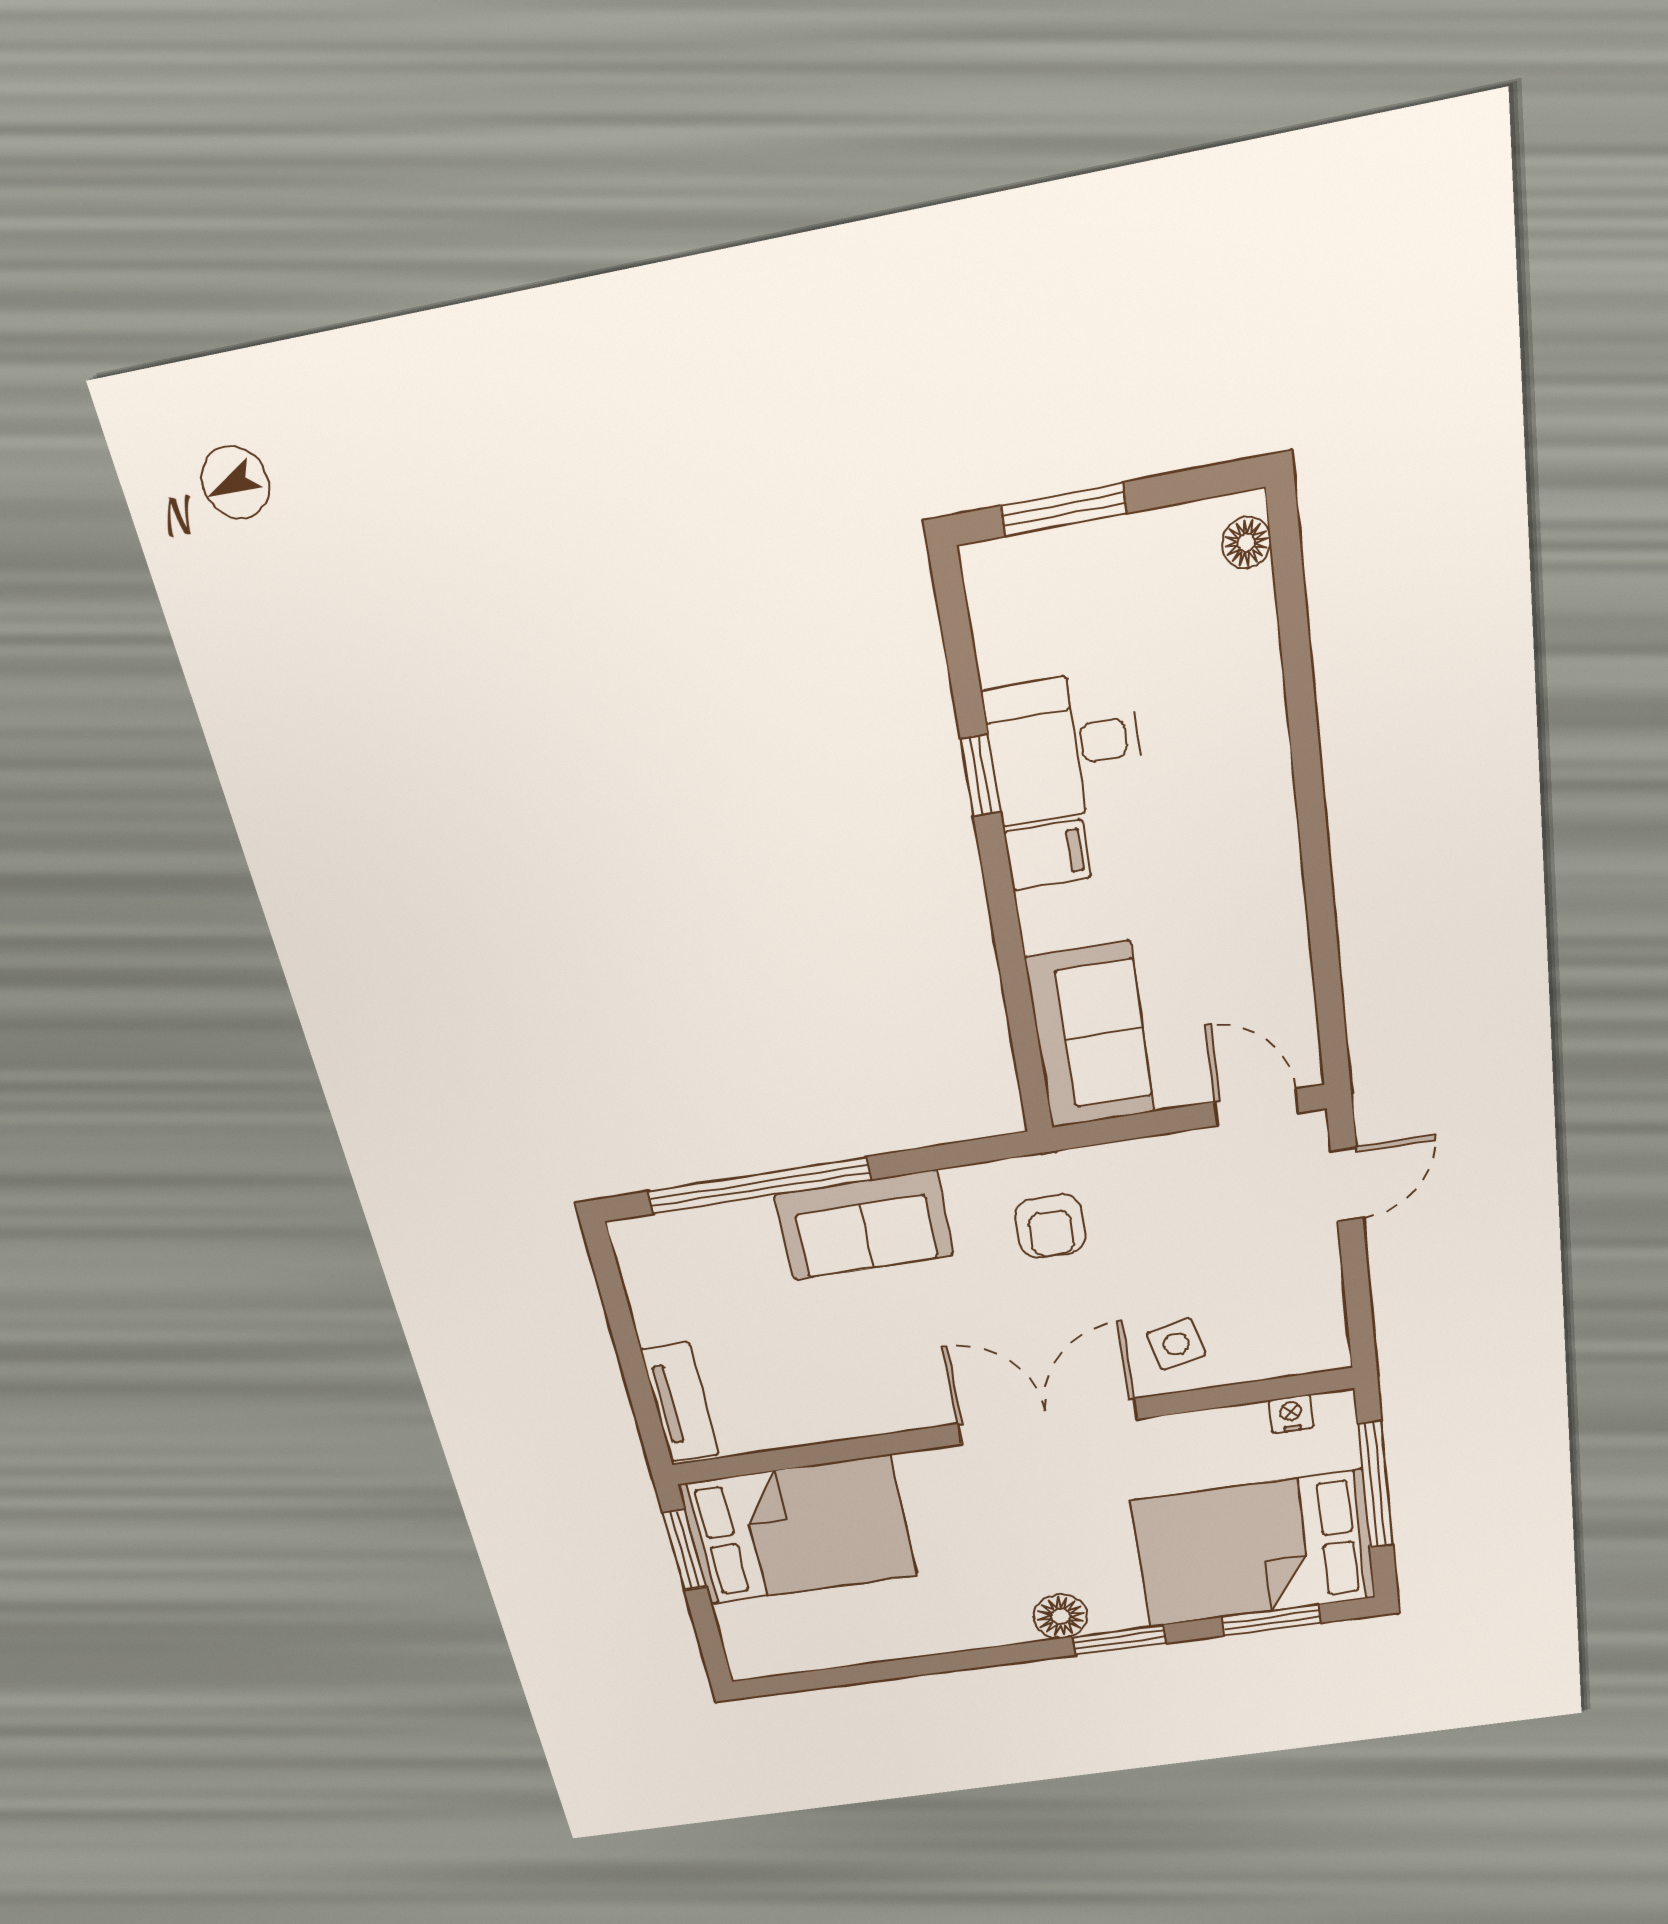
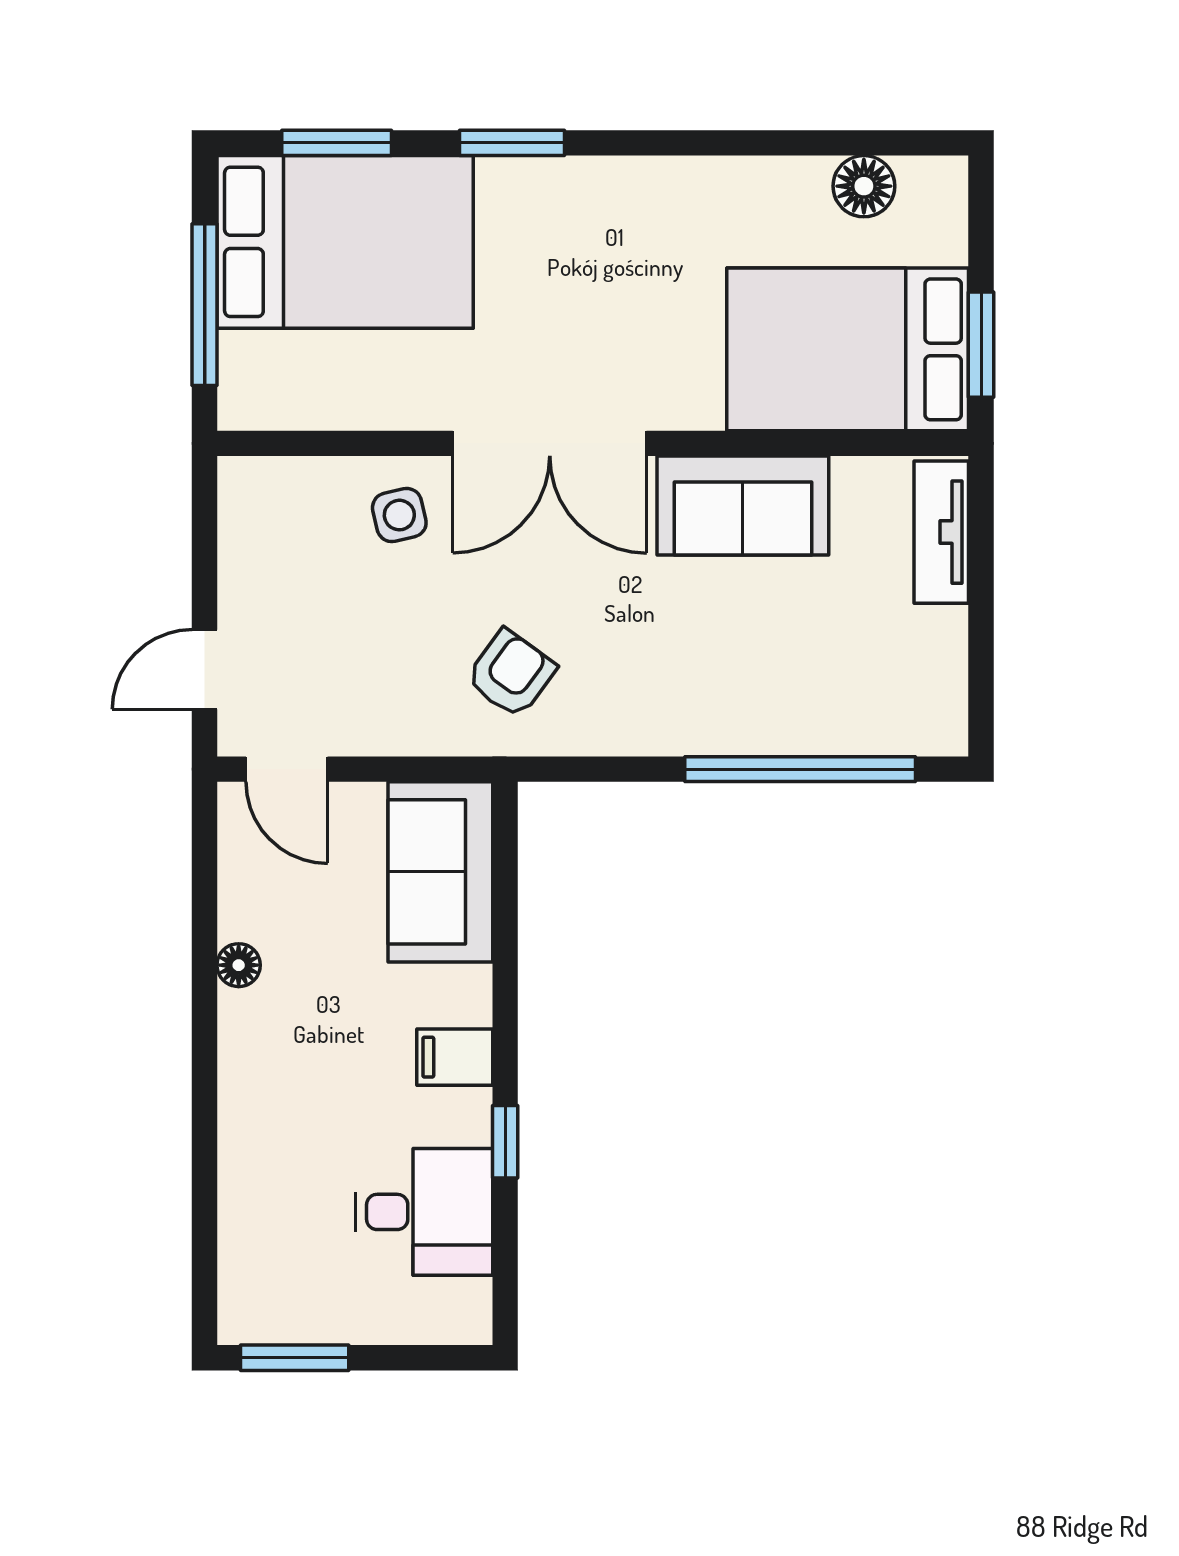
window: (1064, 509) -> (295, 1358), moved
floor lamp: (1246, 543) -> (239, 965), moved
desk: (1064, 747) -> (424, 1212), moved
sofa: (864, 1225) -> (743, 506), moved, turned 180
armchair: (1050, 1226) -> (511, 674), turned 36
nightstand: (1291, 1414) -> (287, 410), removed
floor lamp: (1061, 1616) -> (864, 186), moved

